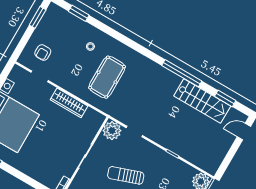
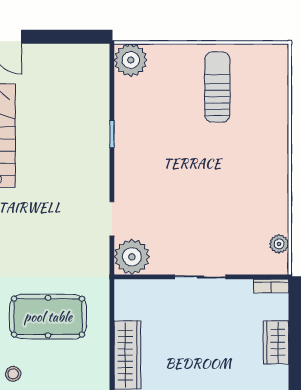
wardrobe: (36, 173) -> (276, 342), added
sun lounger: (126, 175) -> (193, 191), removed

